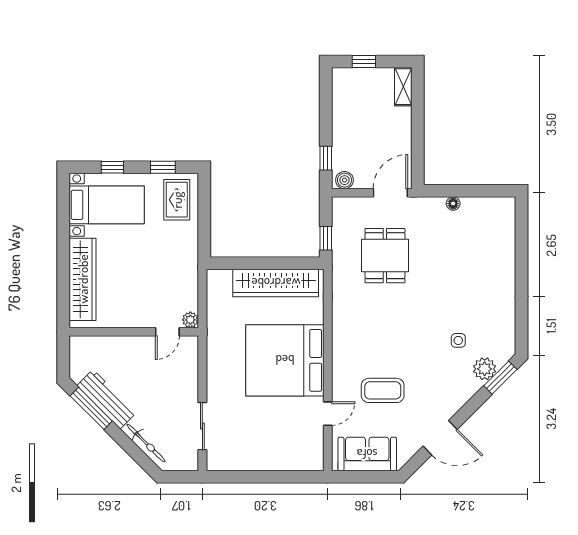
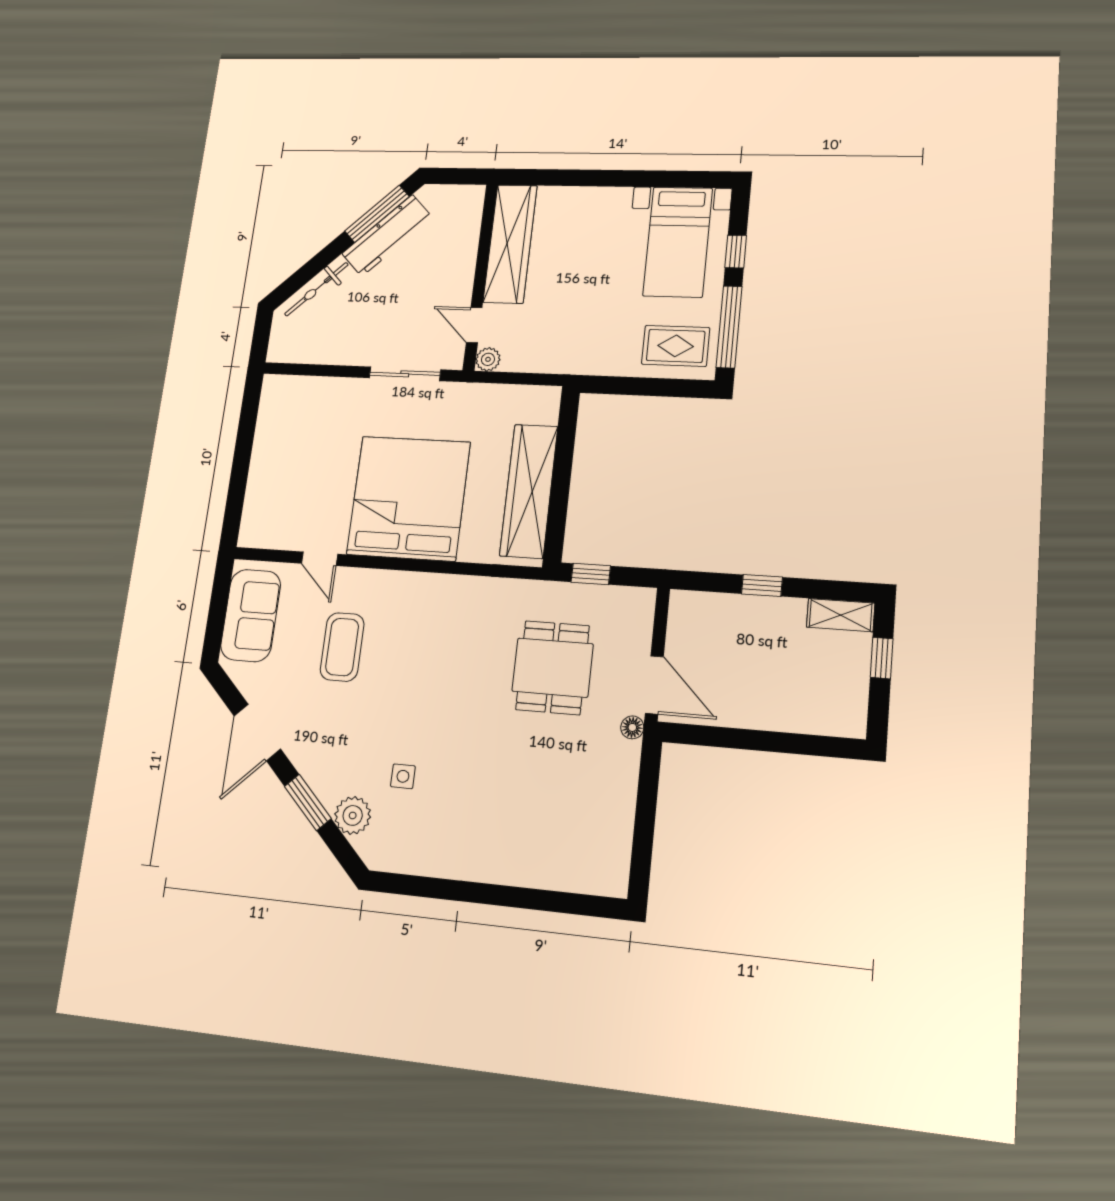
shelving: (403, 87) -> (841, 615), moved
window: (326, 158) -> (762, 585), moved
window: (163, 167) -> (729, 327), width x2.17
boiler: (345, 180) -> (682, 611), removed
floor lamp: (453, 204) -> (632, 727), moved
dining table: (385, 256) -> (553, 668), turned 90
wardrobe: (83, 279) -> (510, 244), moved, turned -90
window: (500, 378) -> (308, 802), moved
sliding door: (202, 426) -> (405, 374), moved

